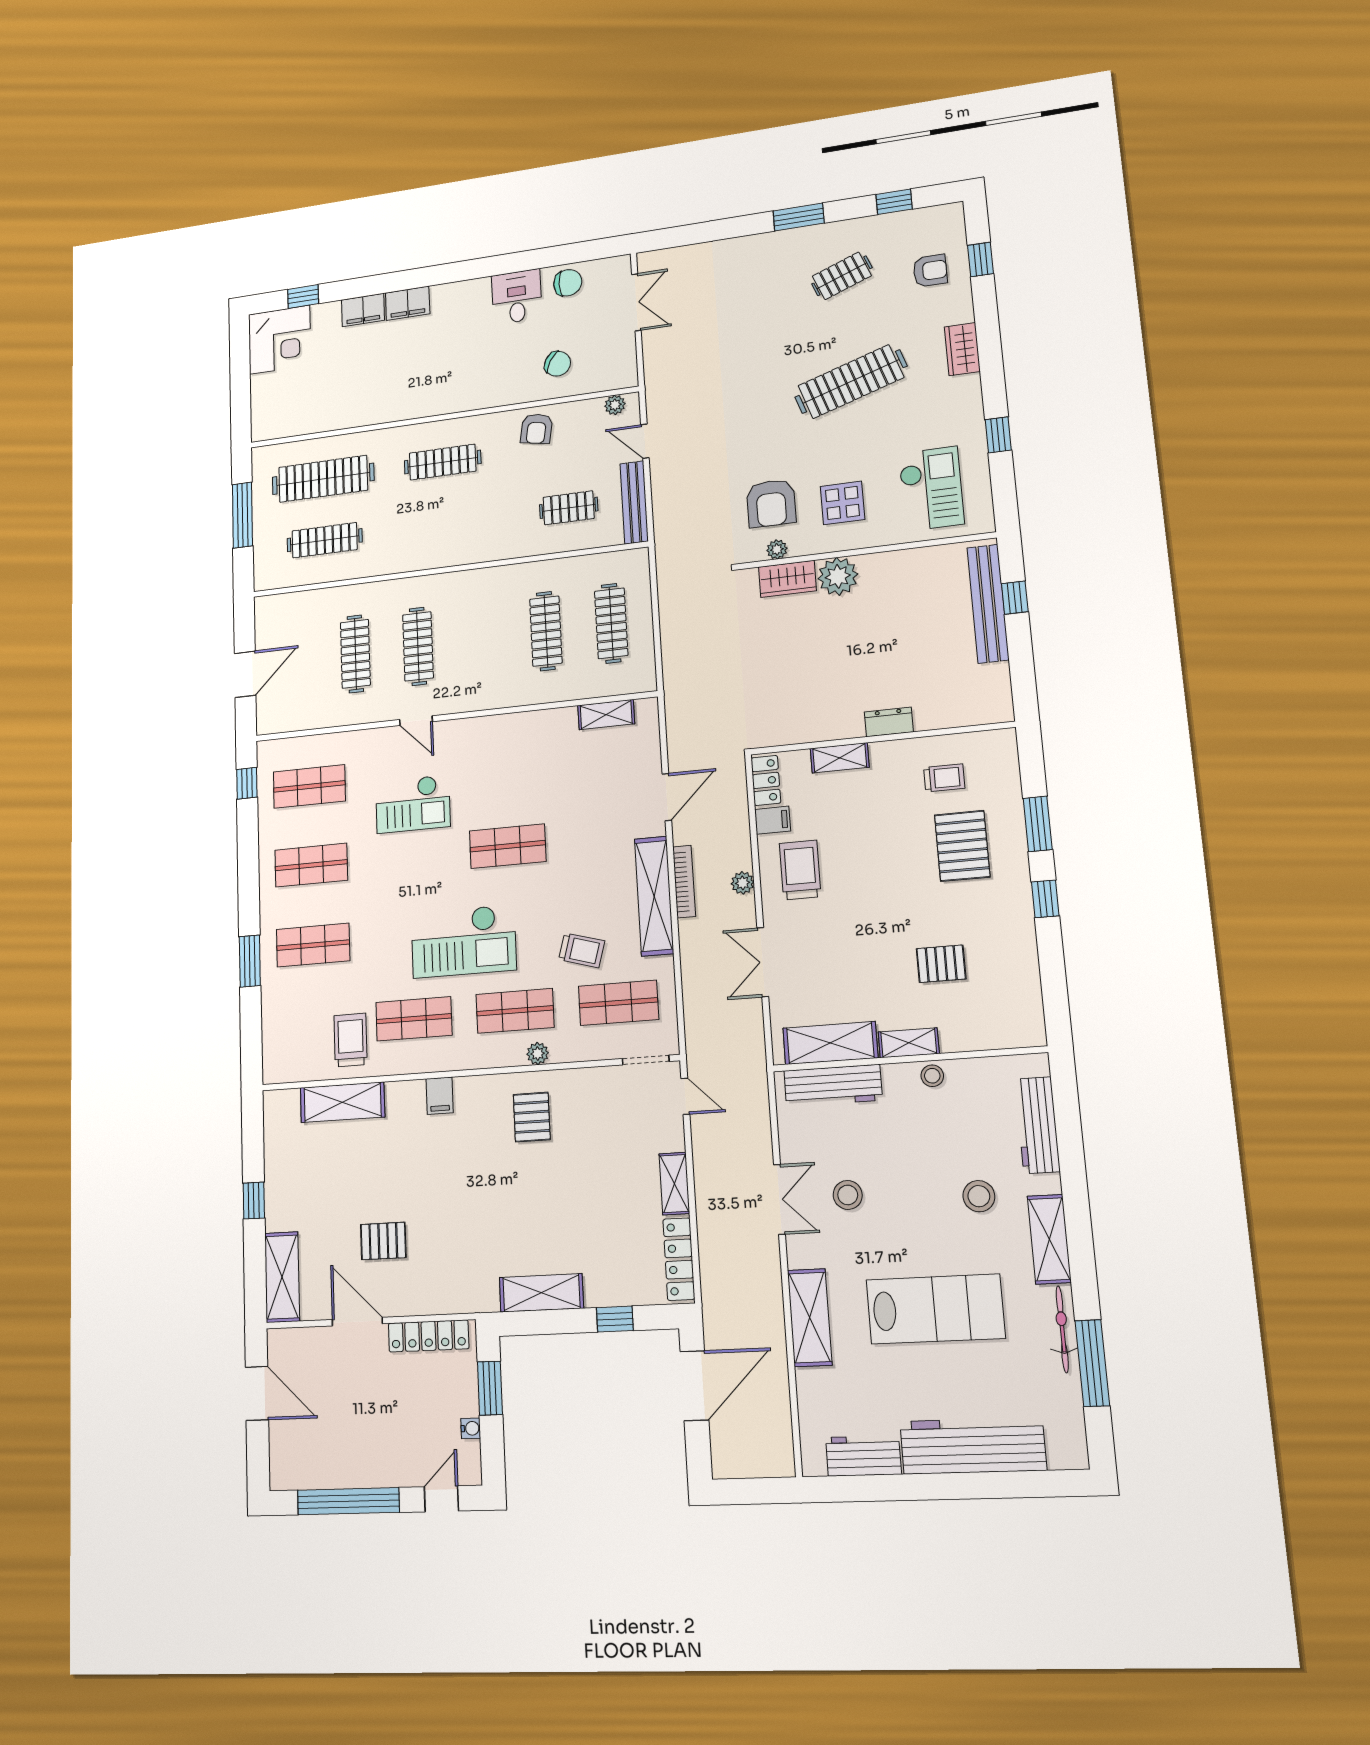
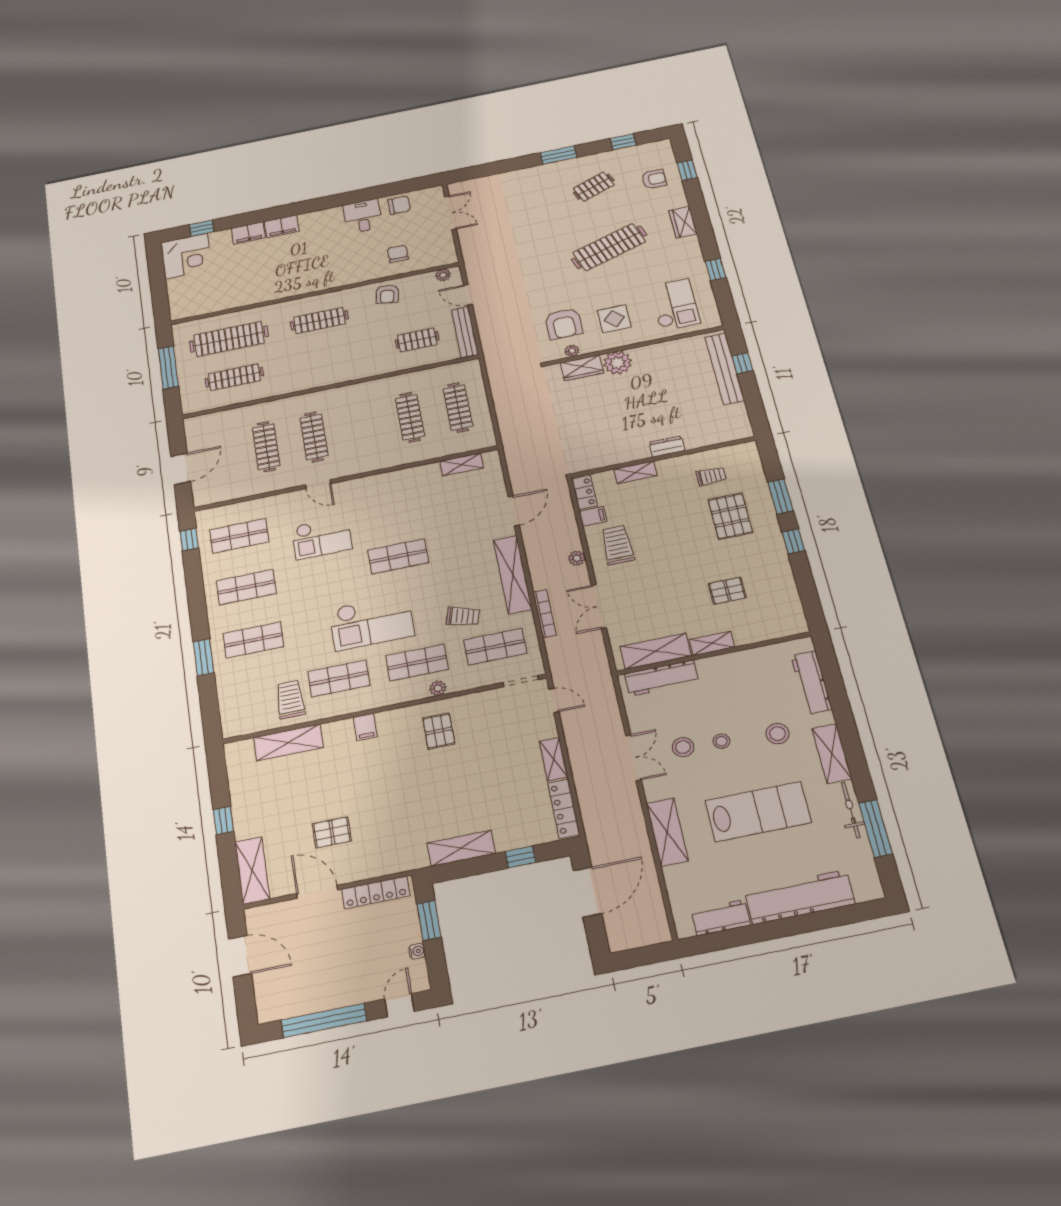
chair: (557, 364) -> (398, 254), turned -120
bookcase: (684, 882) -> (545, 613), moved
stool: (932, 1076) -> (721, 741), moved

